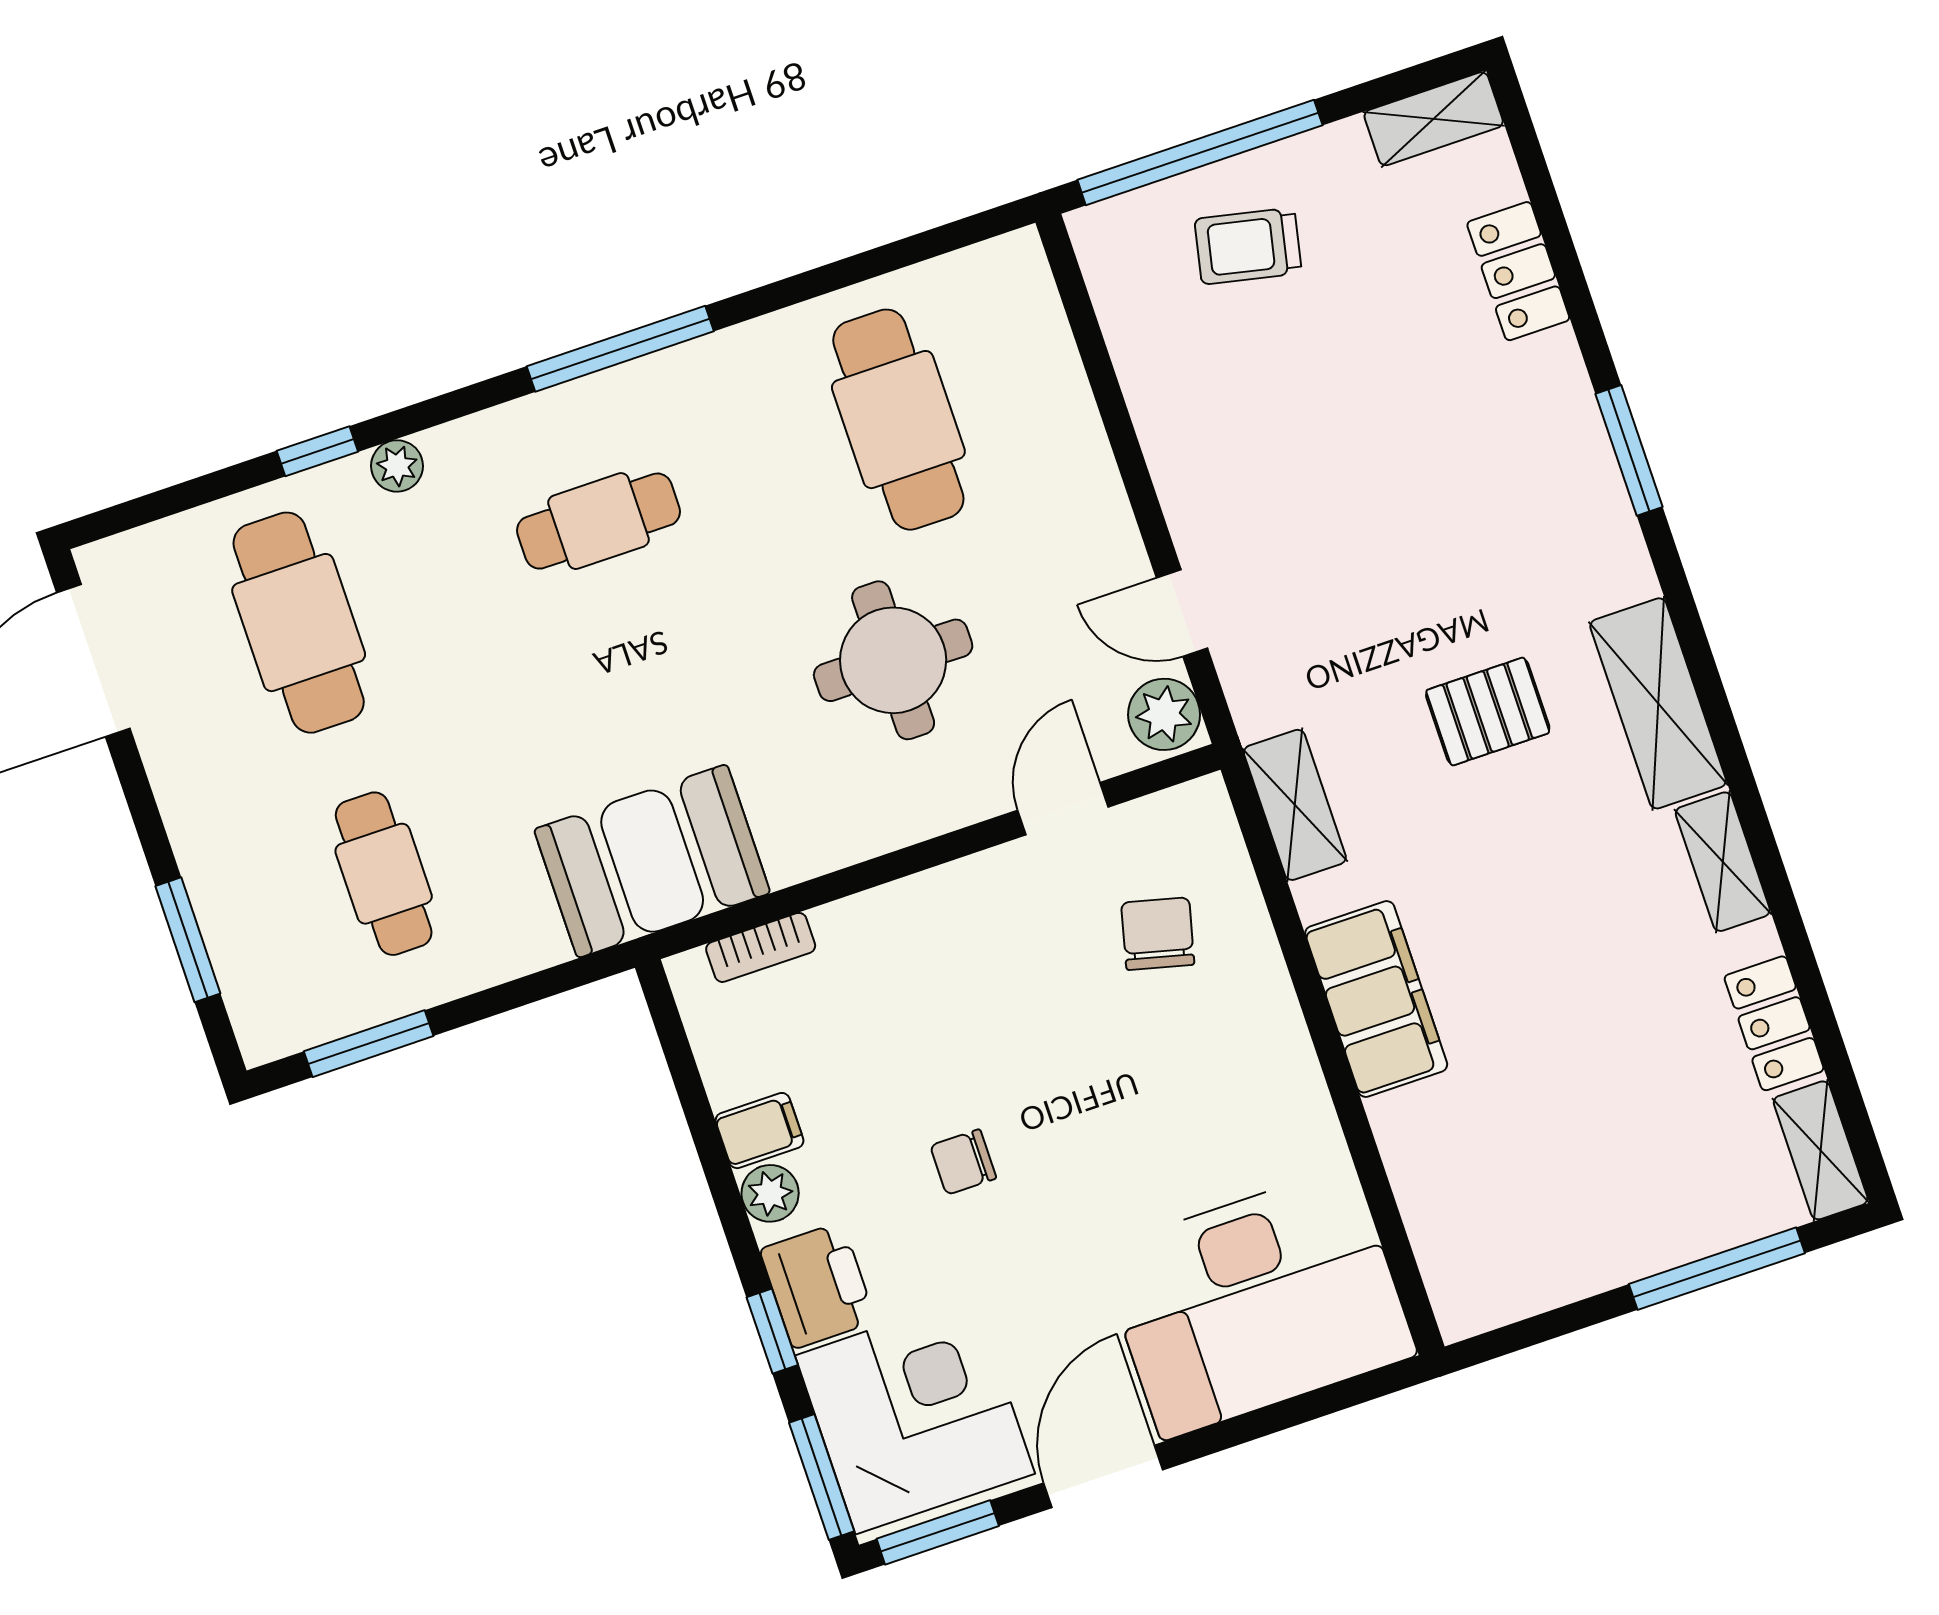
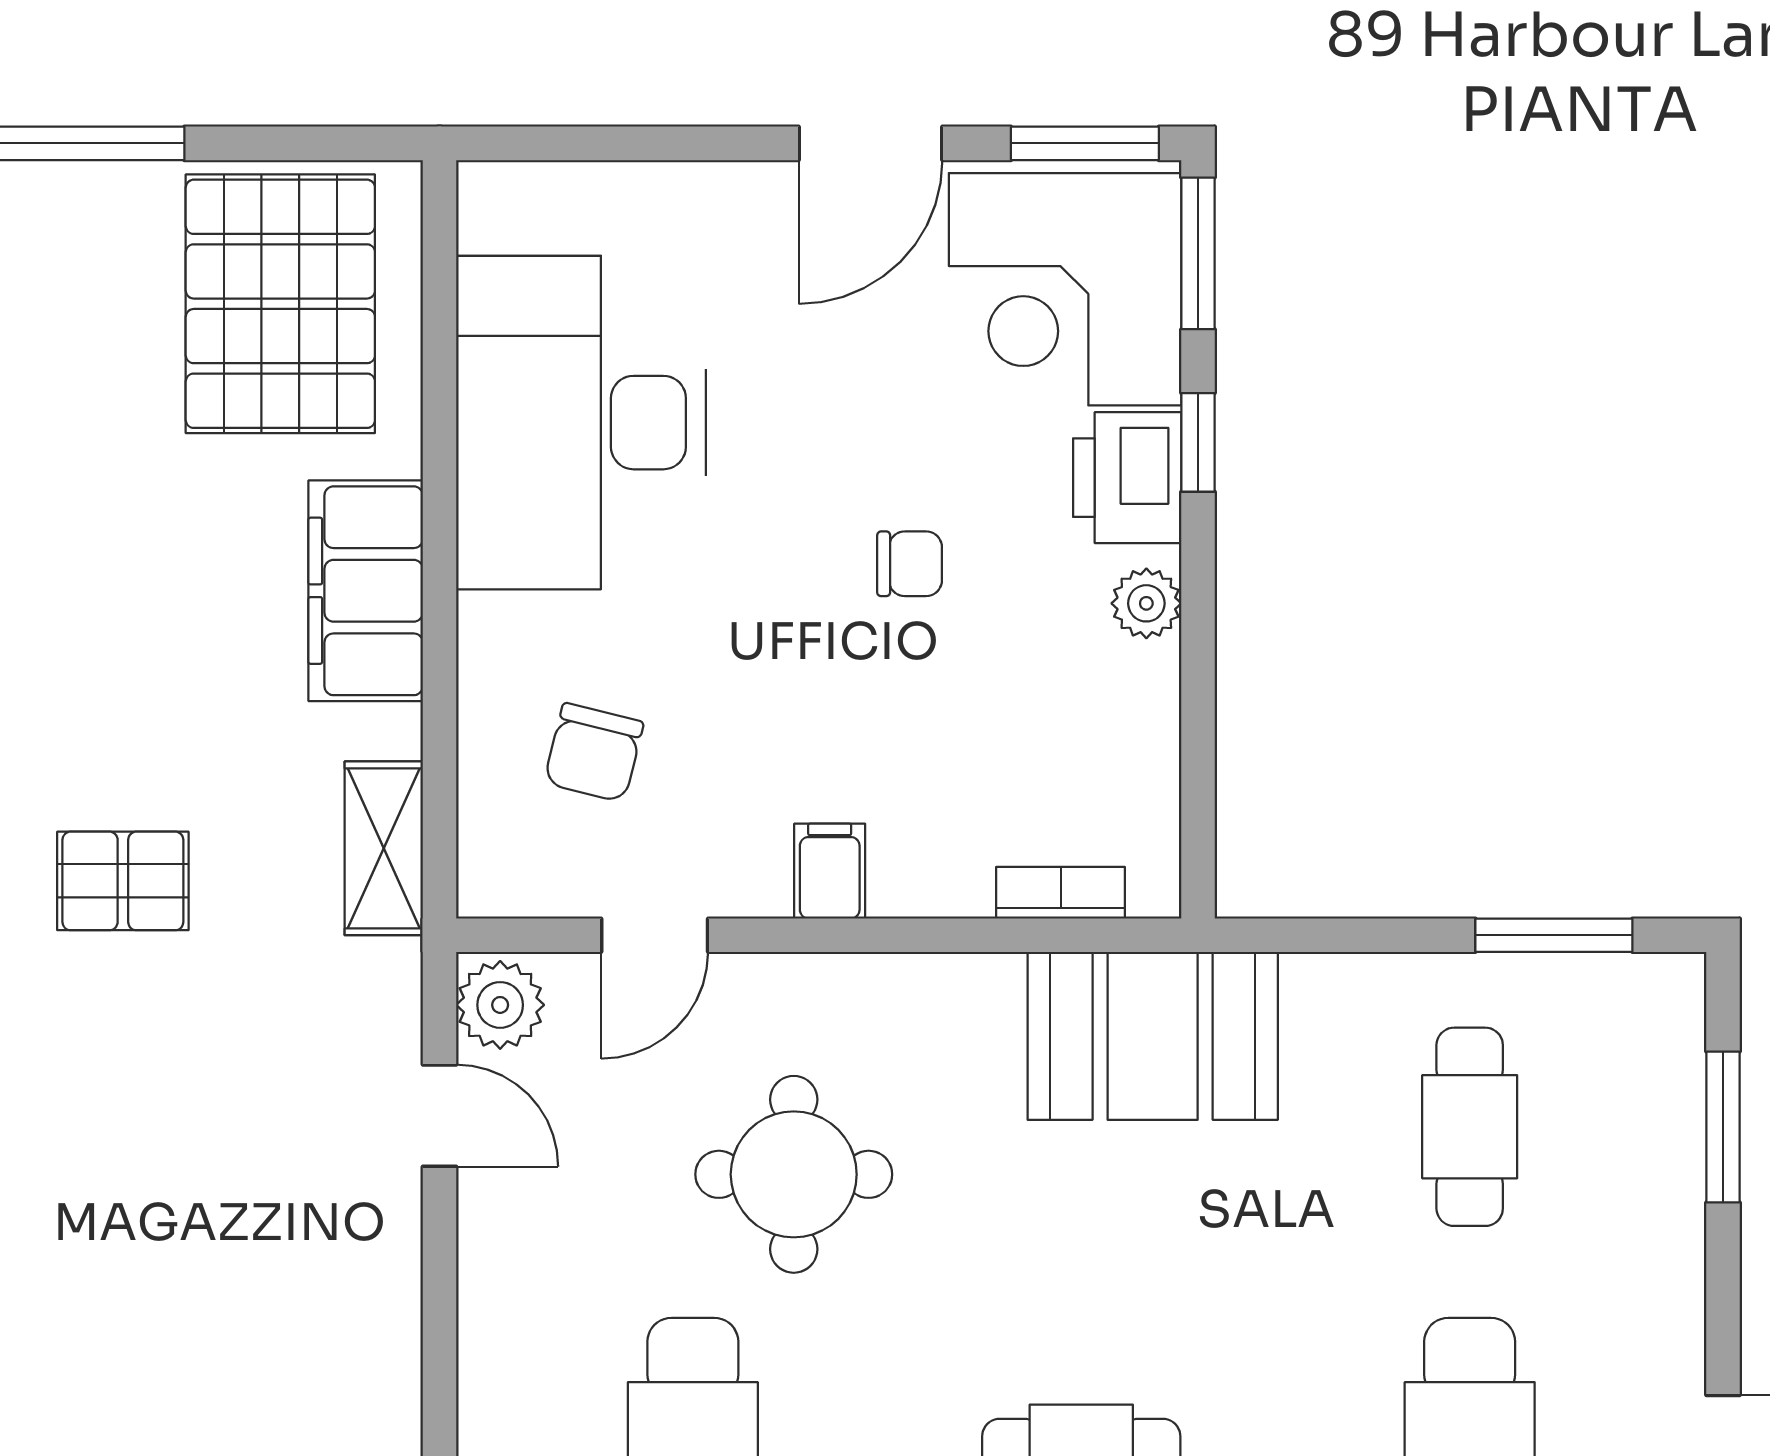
filing cabinet: (760, 1131) -> (830, 871), moved, turned 90
pallet: (1517, 1198) -> (280, 304), added
desk: (1257, 1302) -> (581, 423), moved, turned -90

